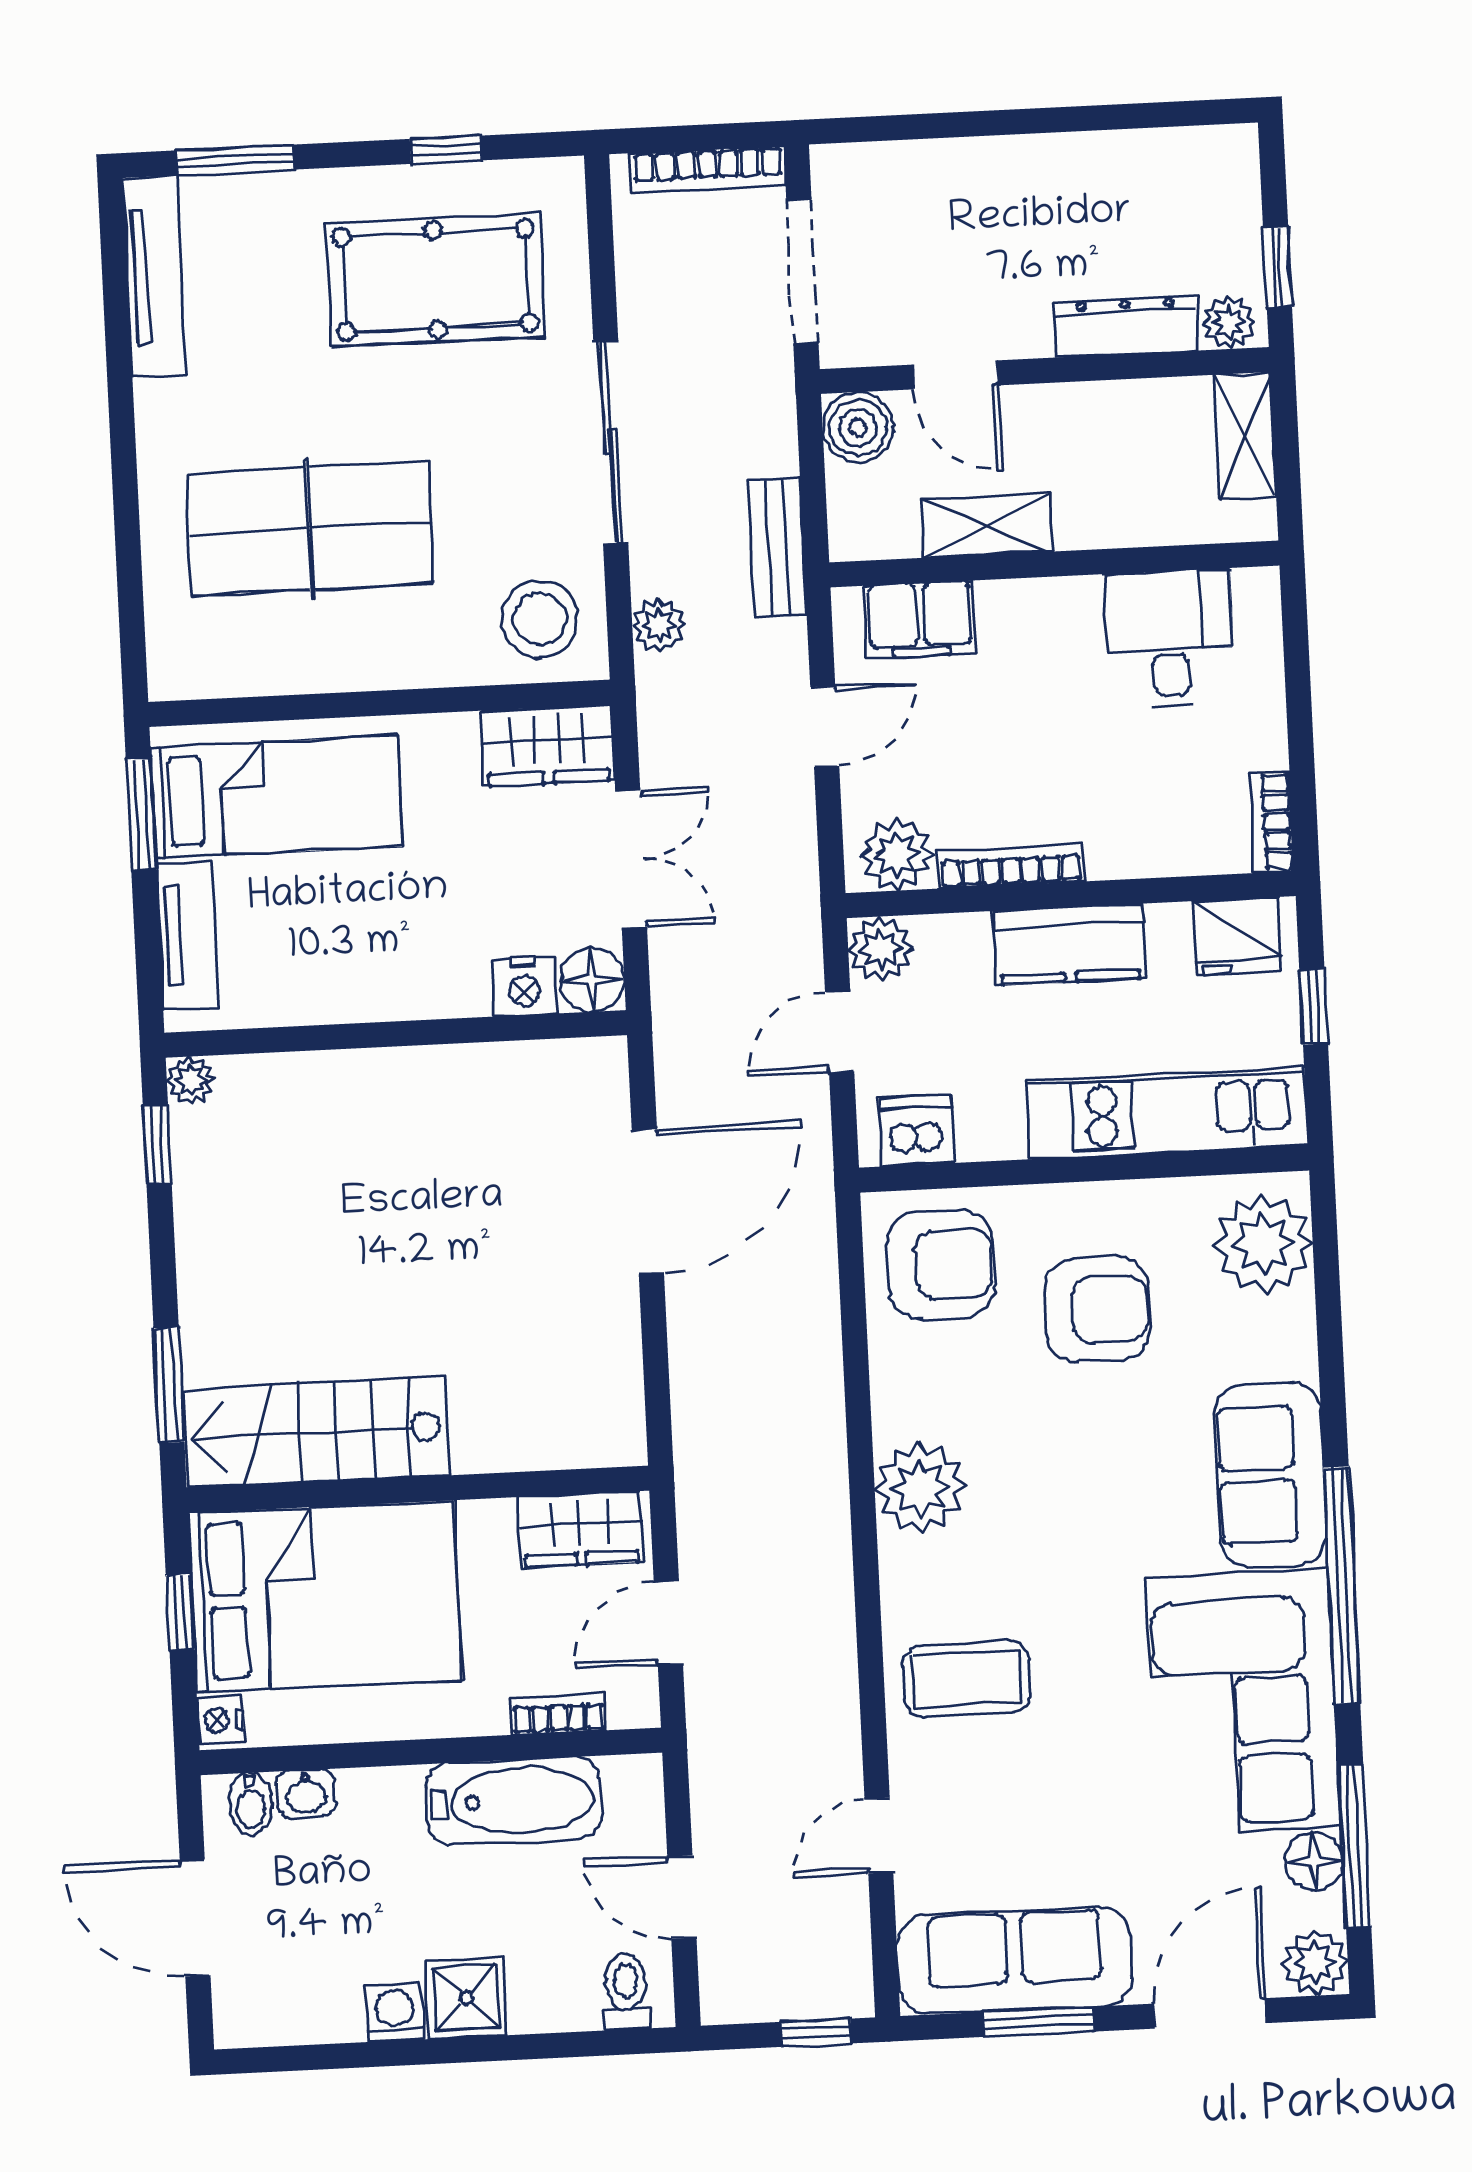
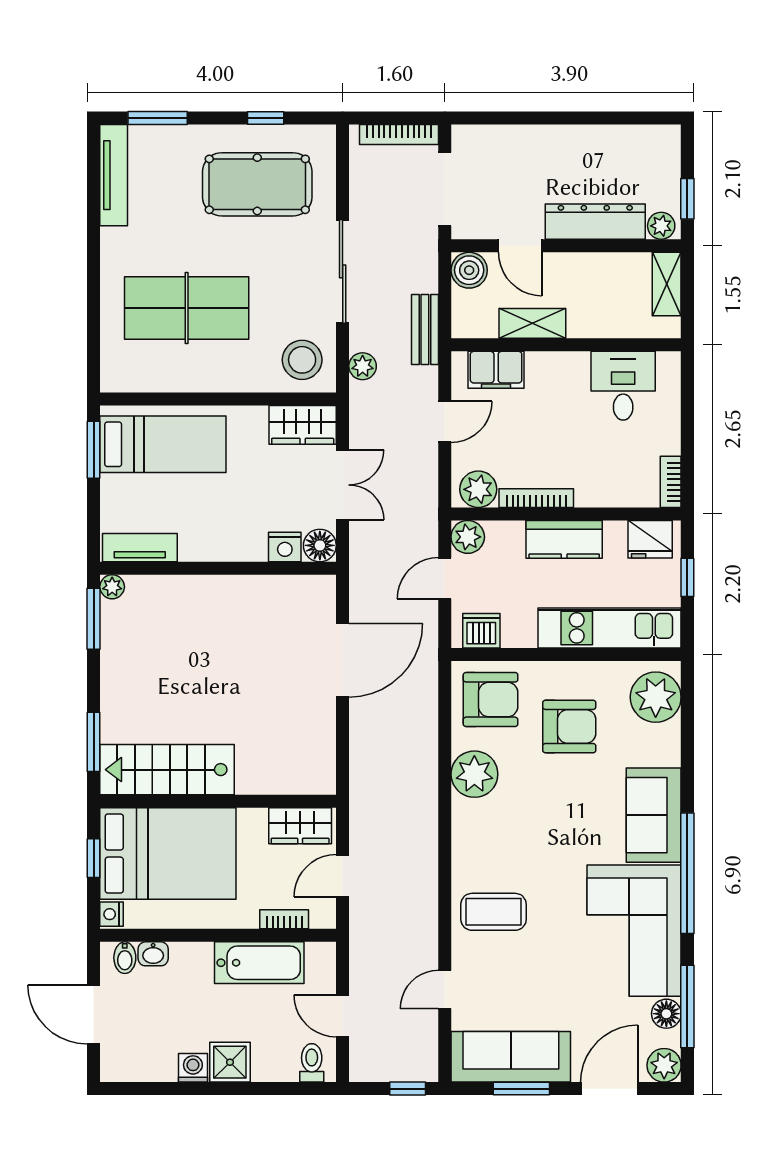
dresser: (1126, 326) -> (595, 222), width x1.37, depth x1.24
tv unit: (187, 935) -> (140, 548), moved, turned -90
window: (157, 1144) -> (94, 619), width x1.50
plant: (920, 1488) -> (474, 774), moved

